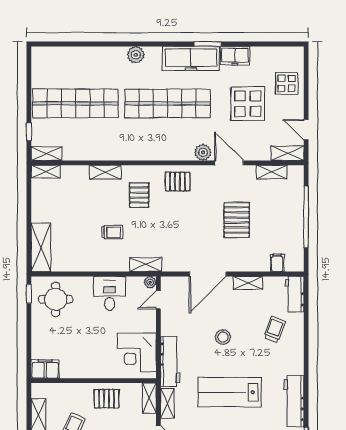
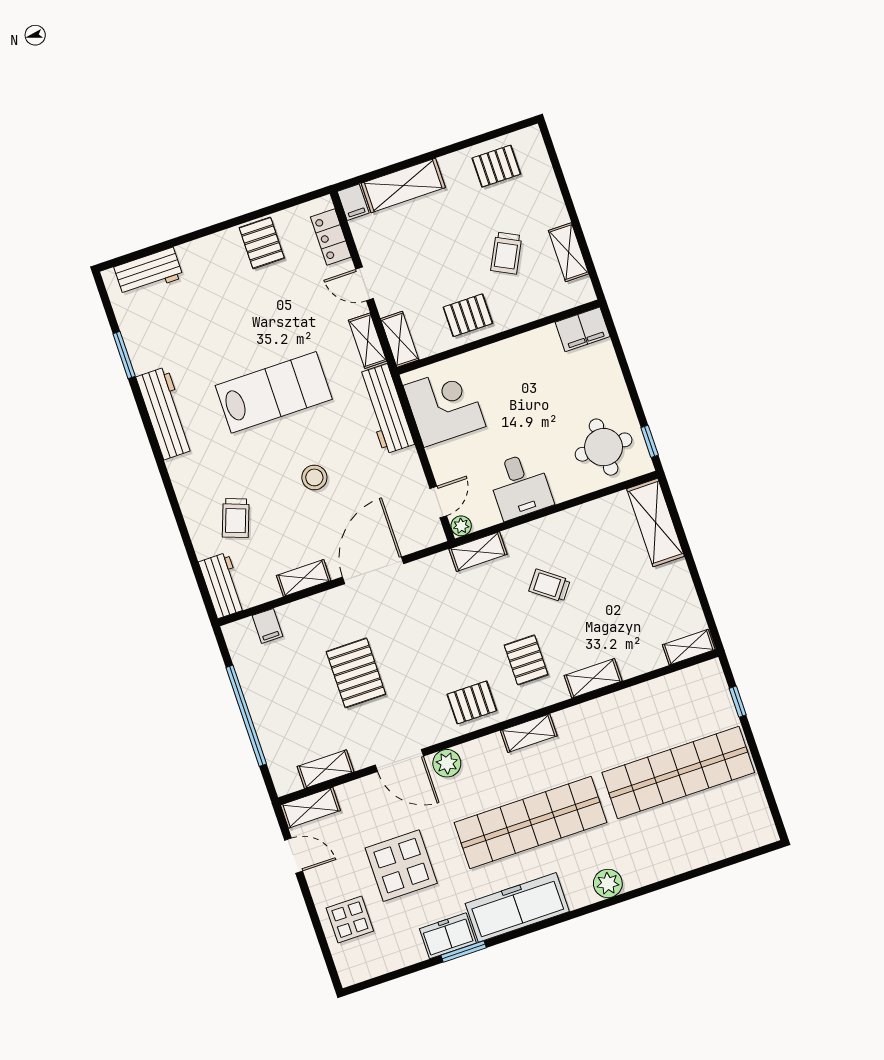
window: (208, 44) -> (464, 951), moved
shelving: (46, 154) -> (529, 733), moved
trolley: (112, 232) -> (550, 586), turned 37

